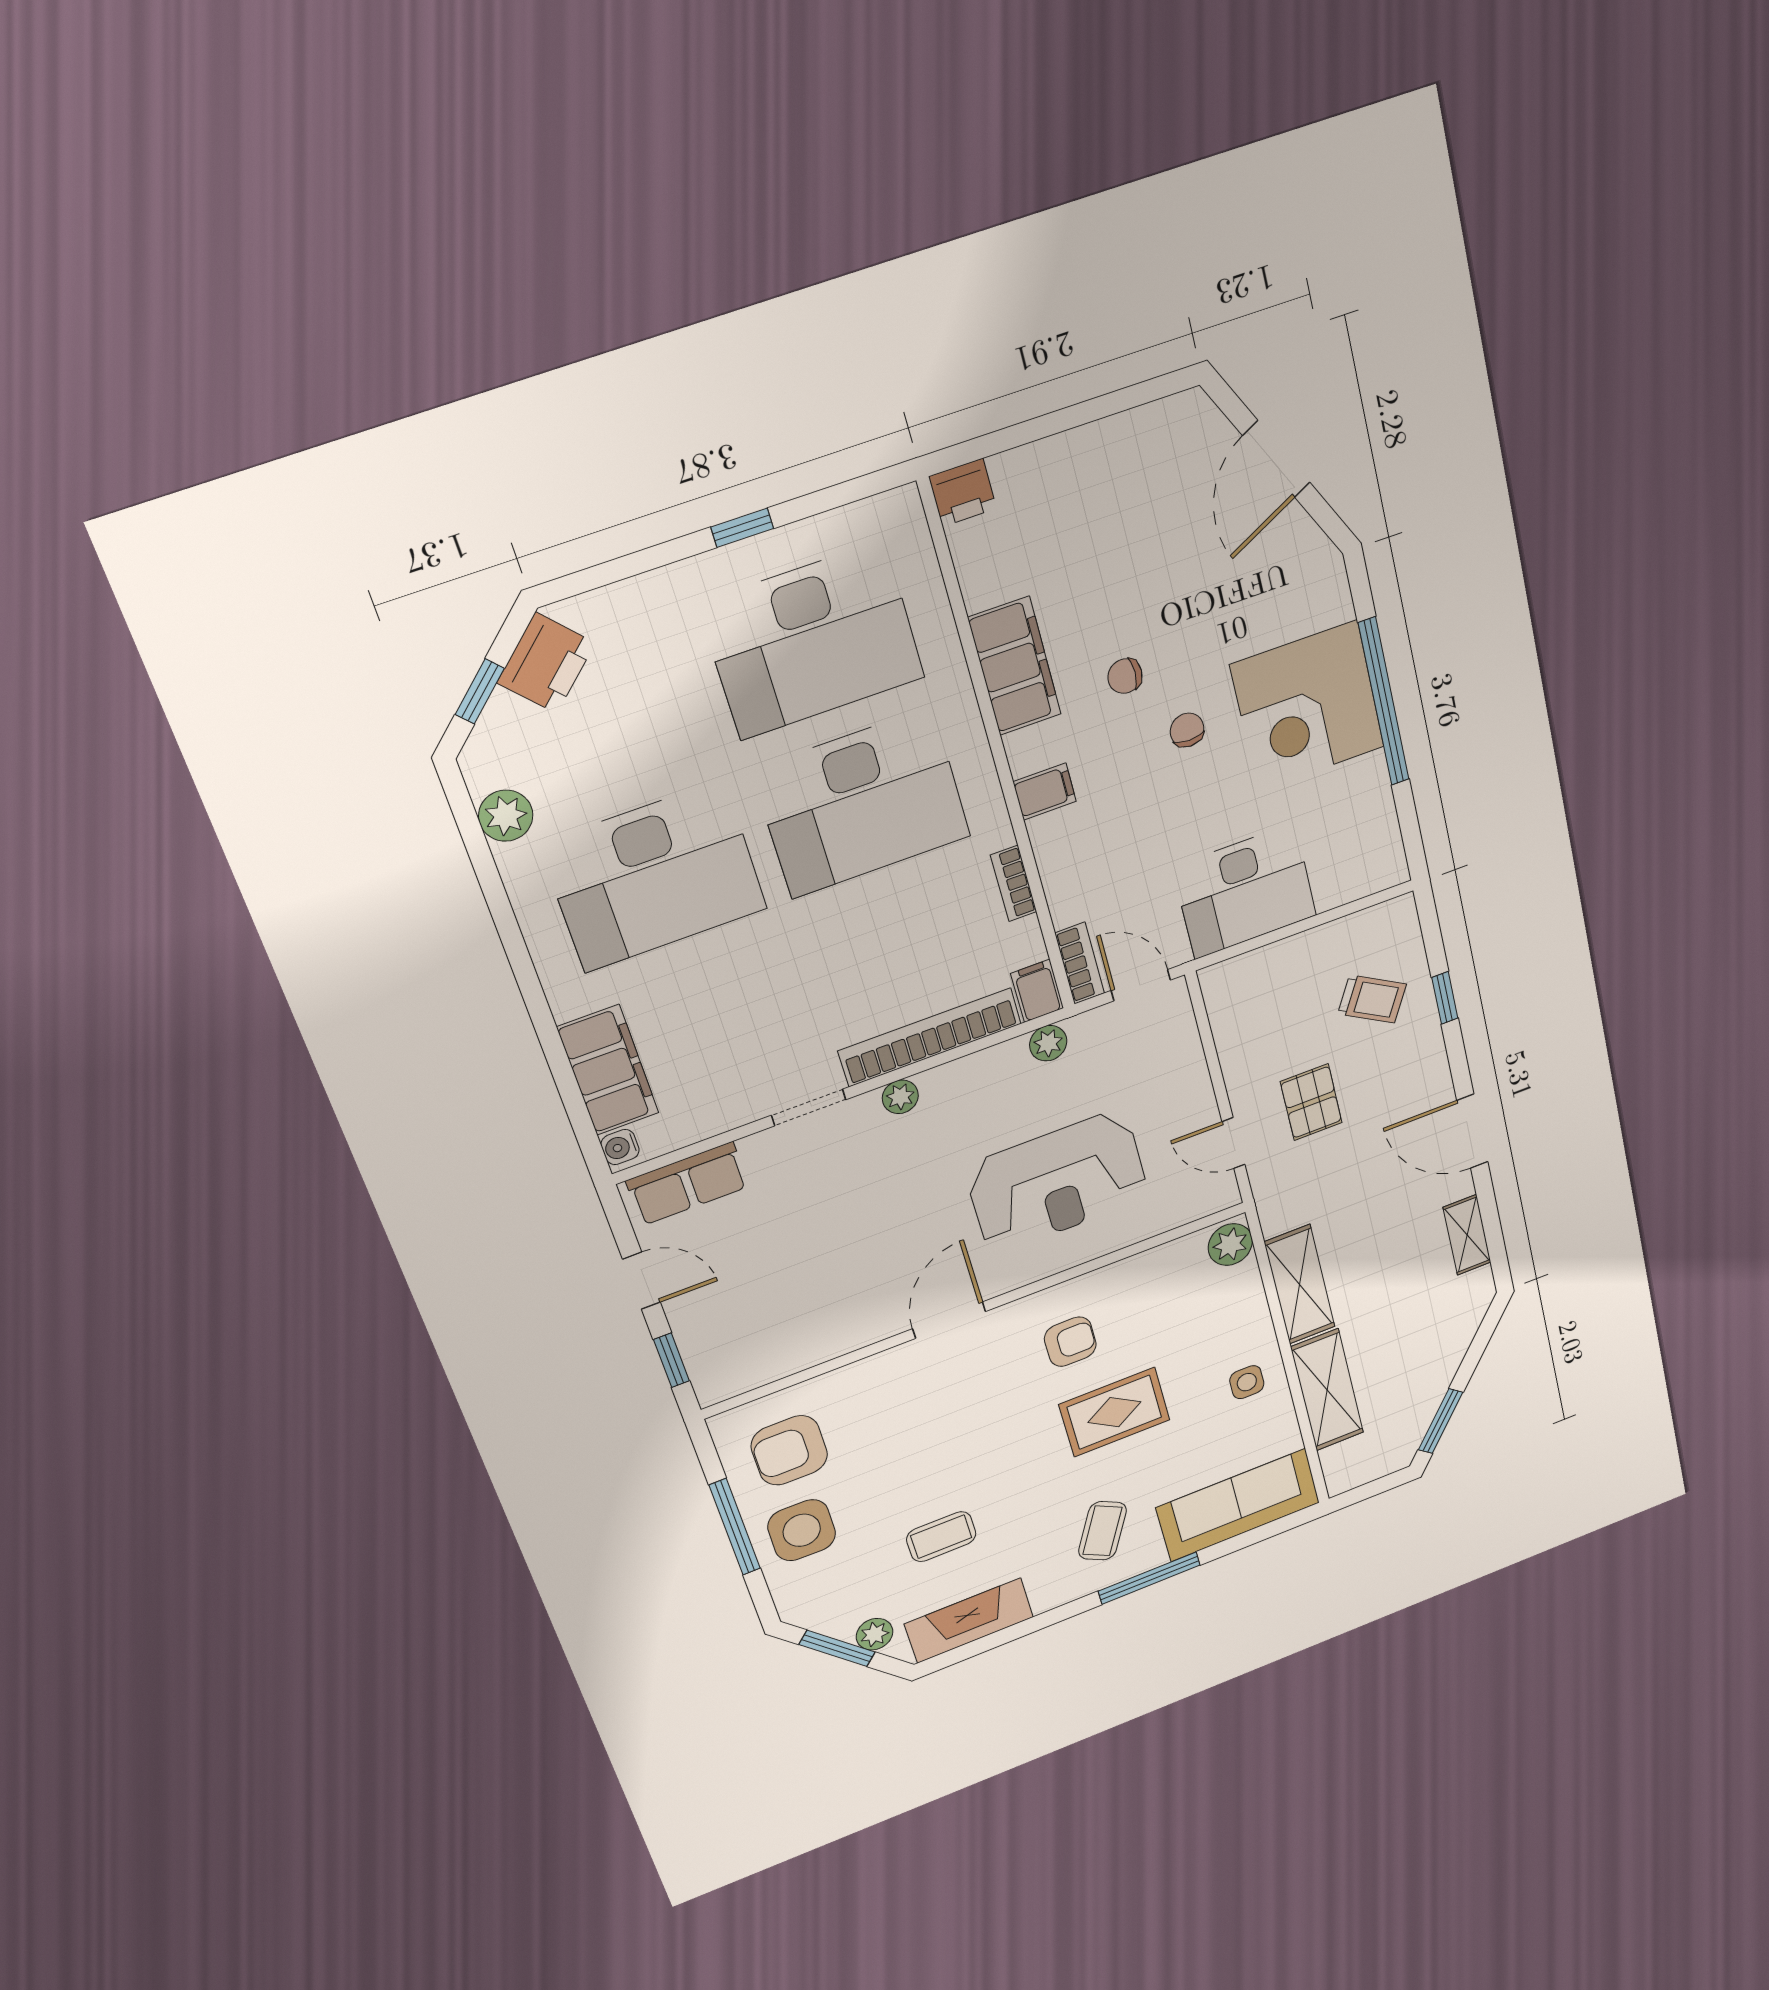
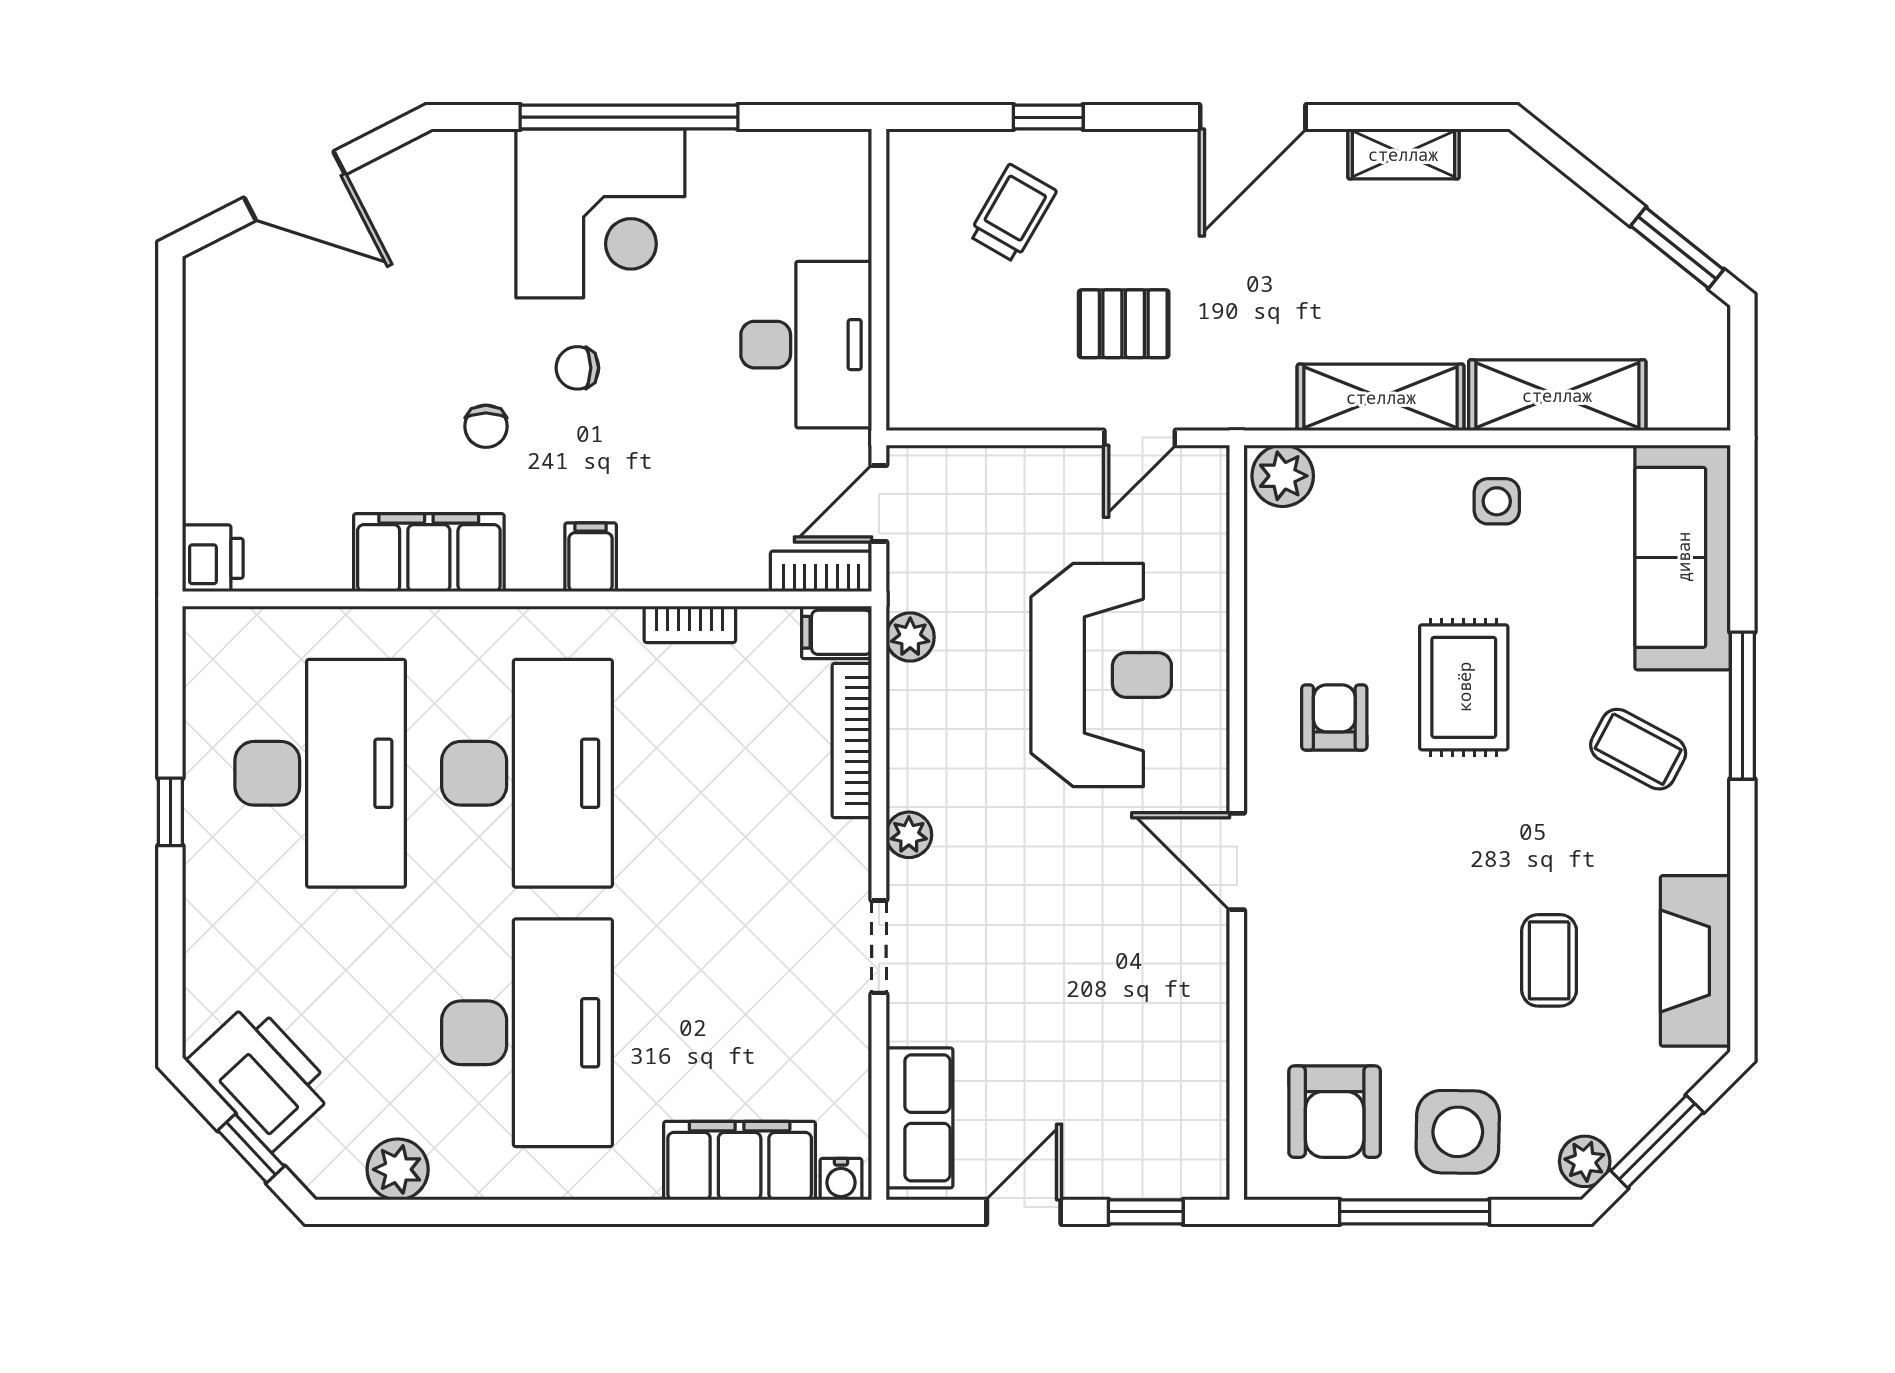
printer: (546, 663) -> (262, 1076), width x1.37, depth x1.19
bookcase: (930, 1037) -> (852, 740), width x0.68, depth x0.76
plant: (875, 1634) -> (1585, 1161), moved

